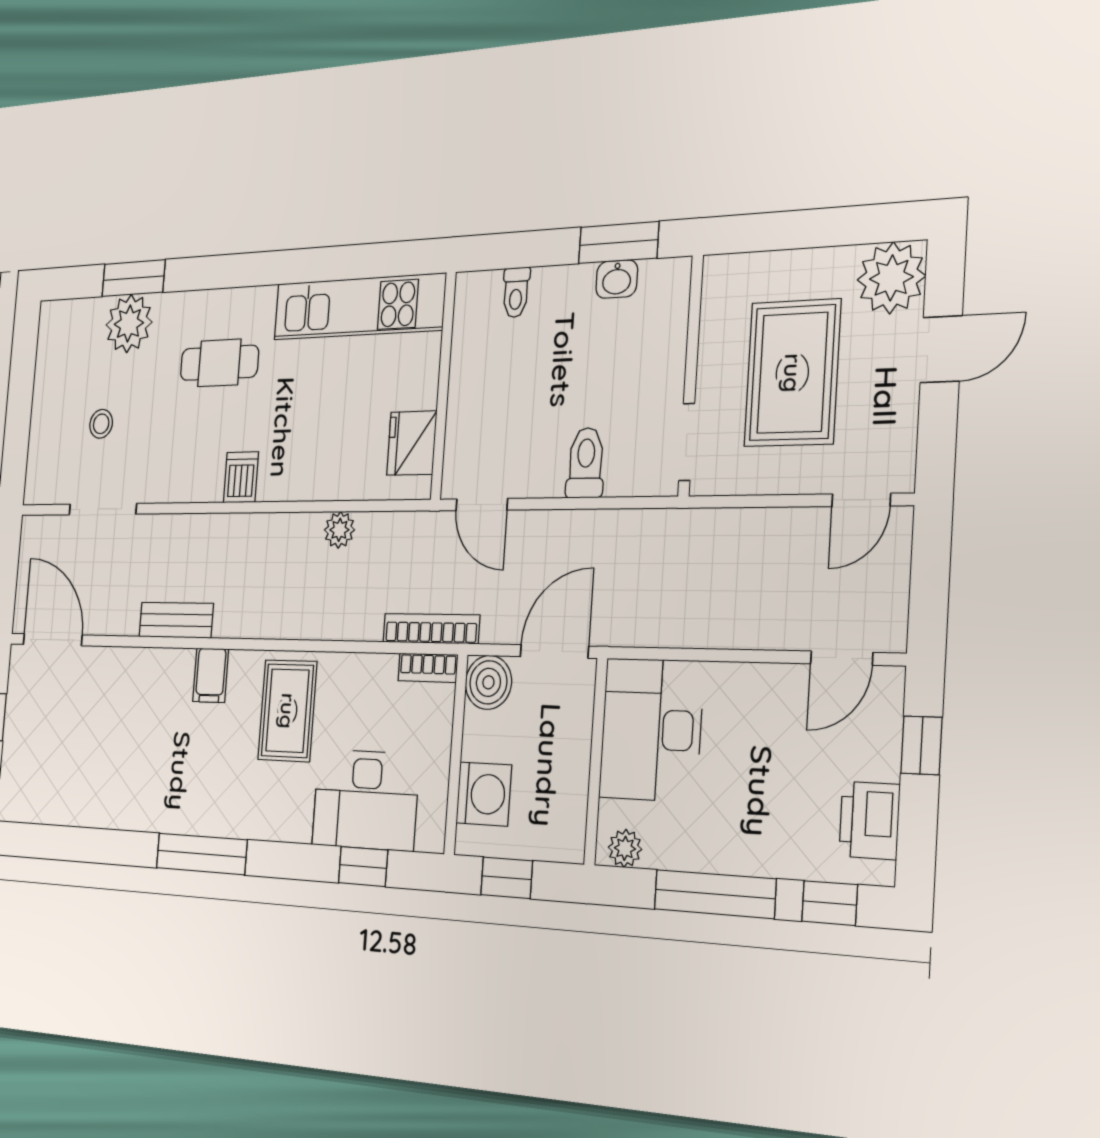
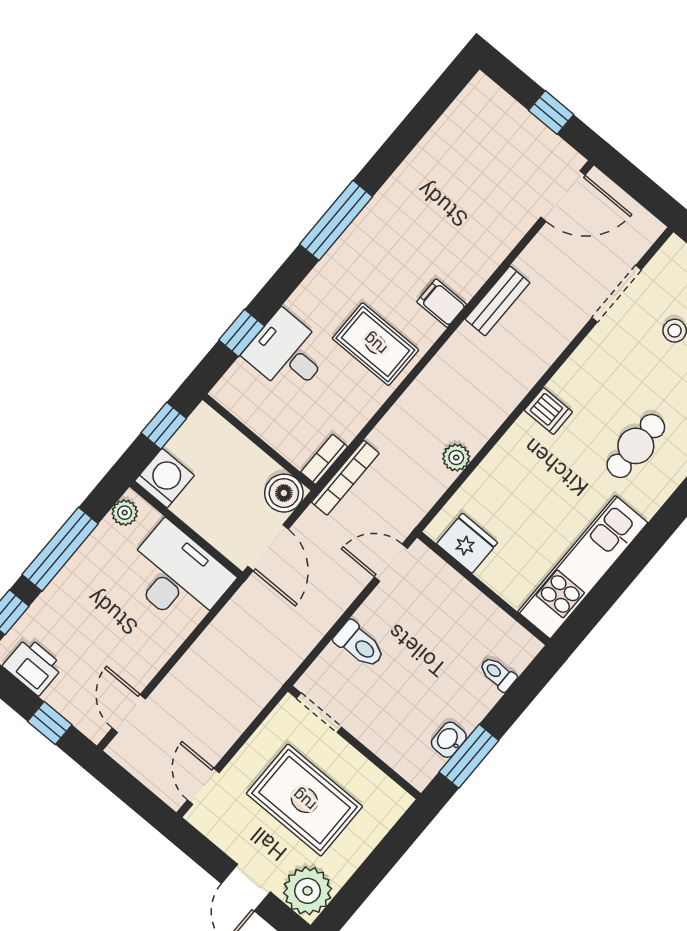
washing machine: (484, 794) -> (165, 478), moved, turned 180
desk: (365, 800) -> (287, 353), width x0.73

